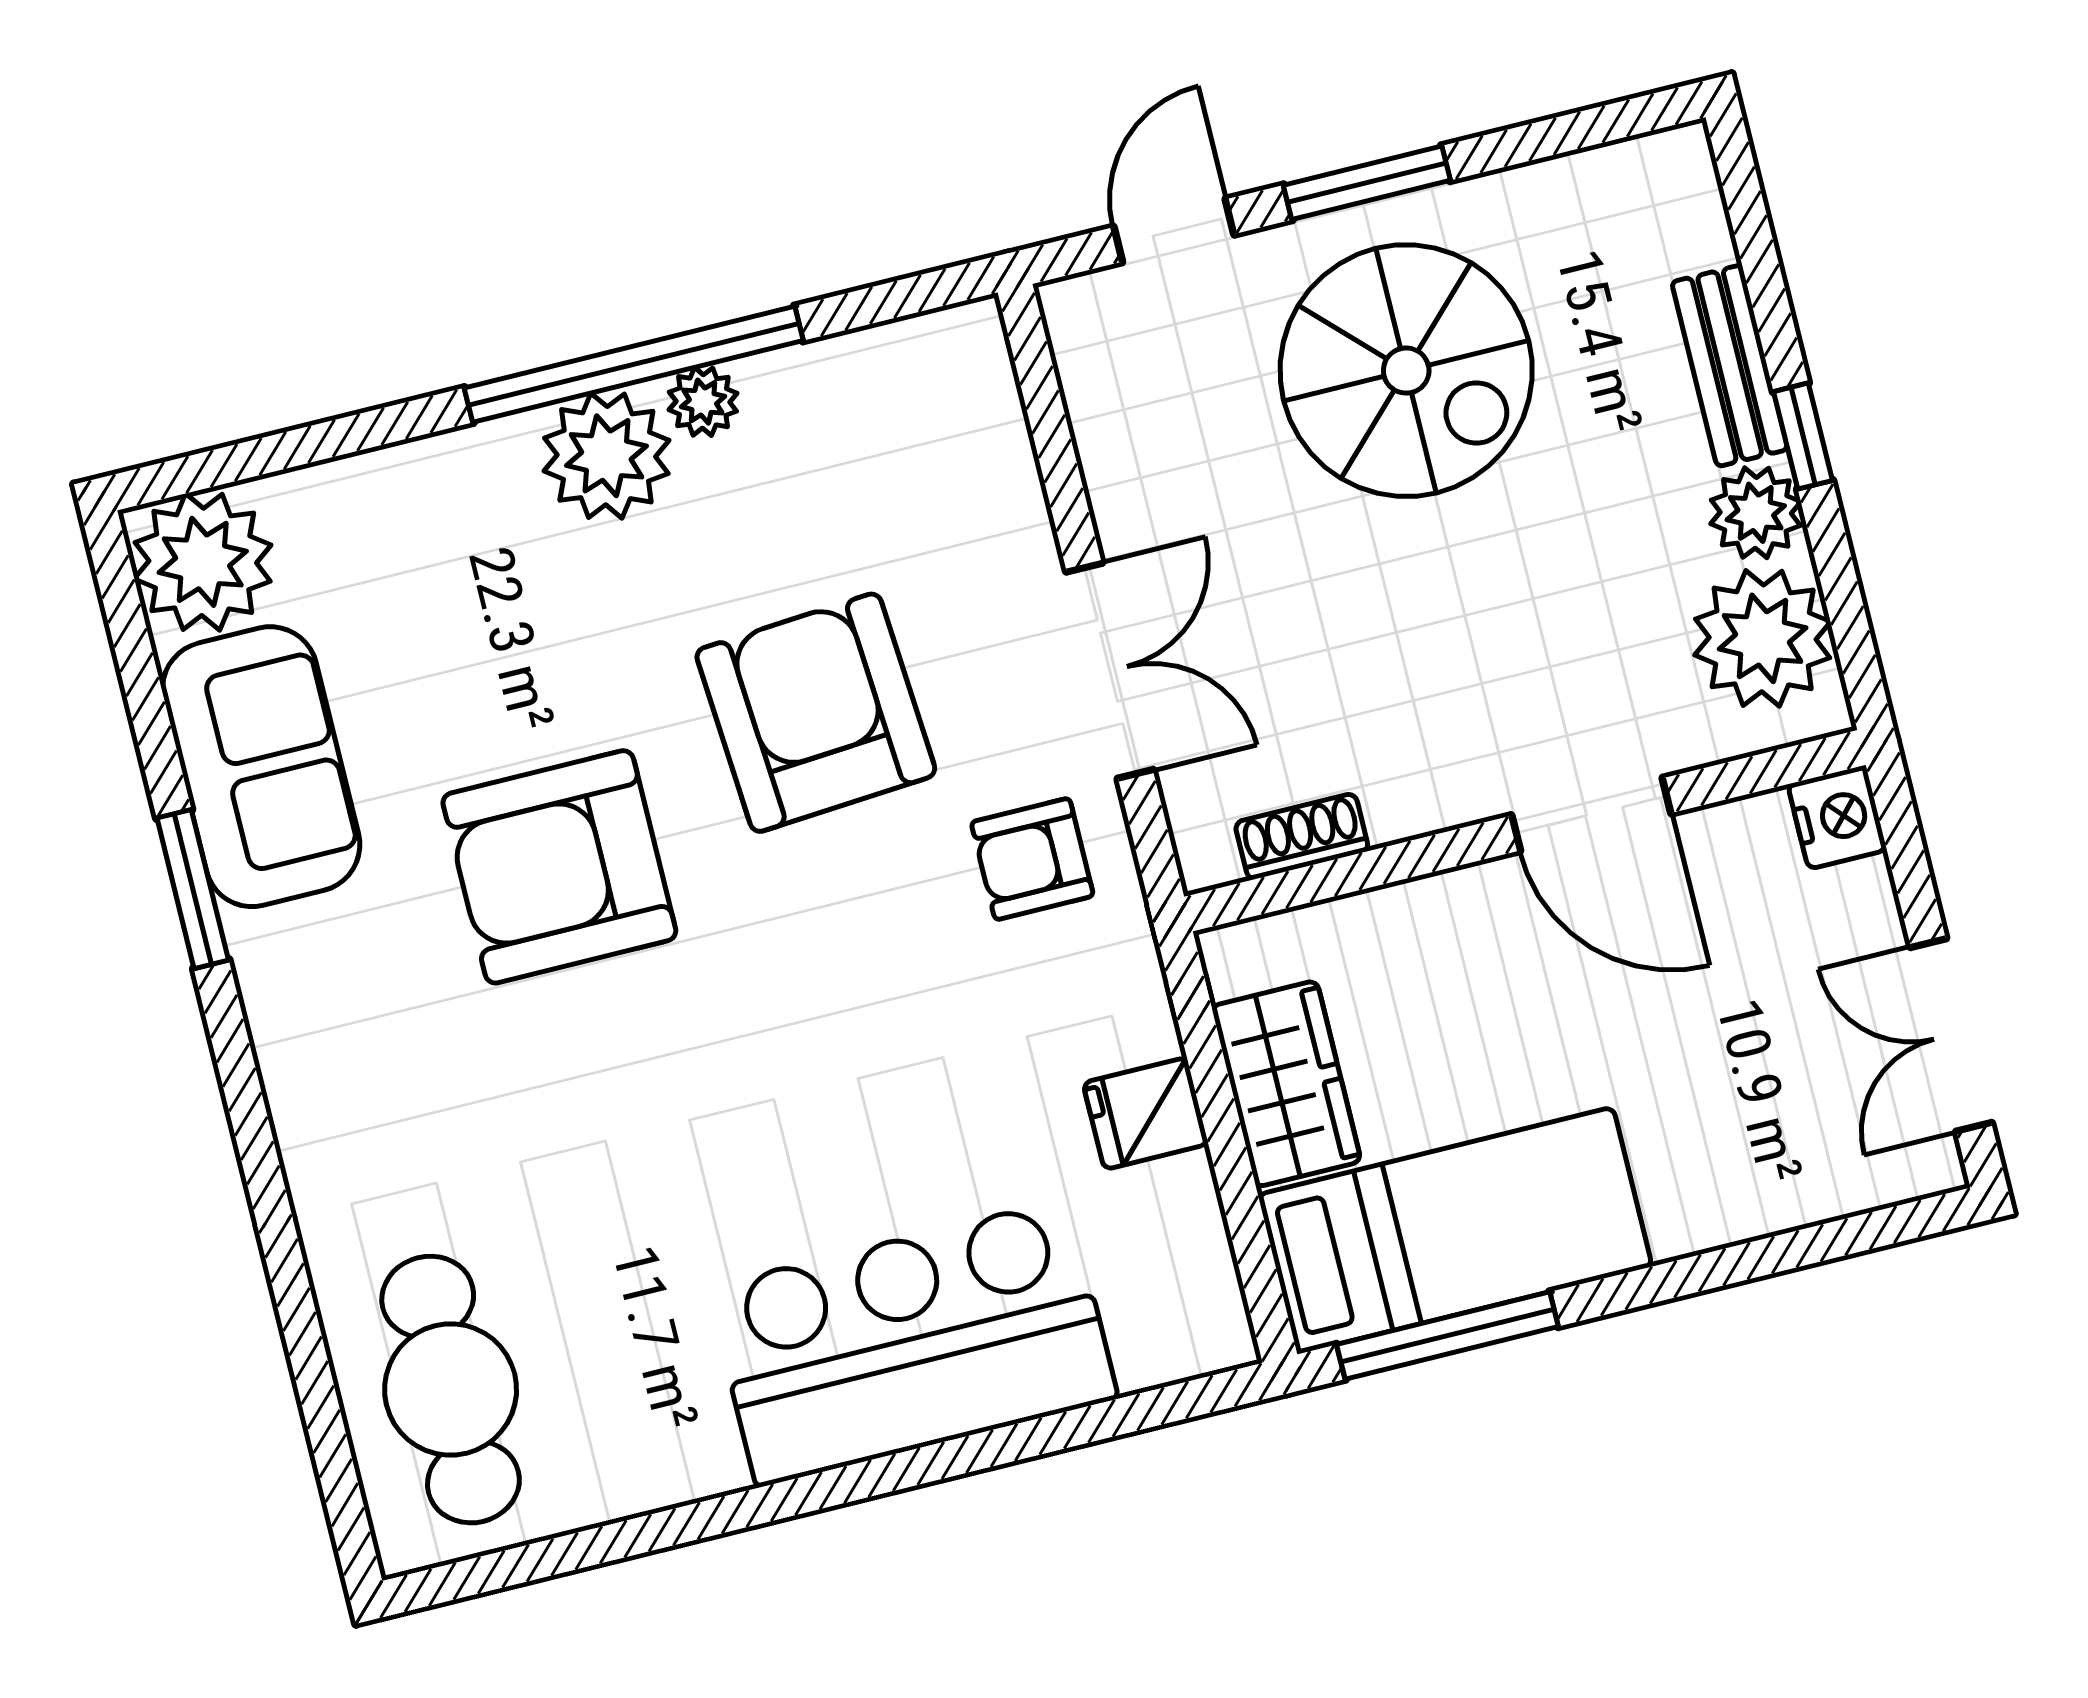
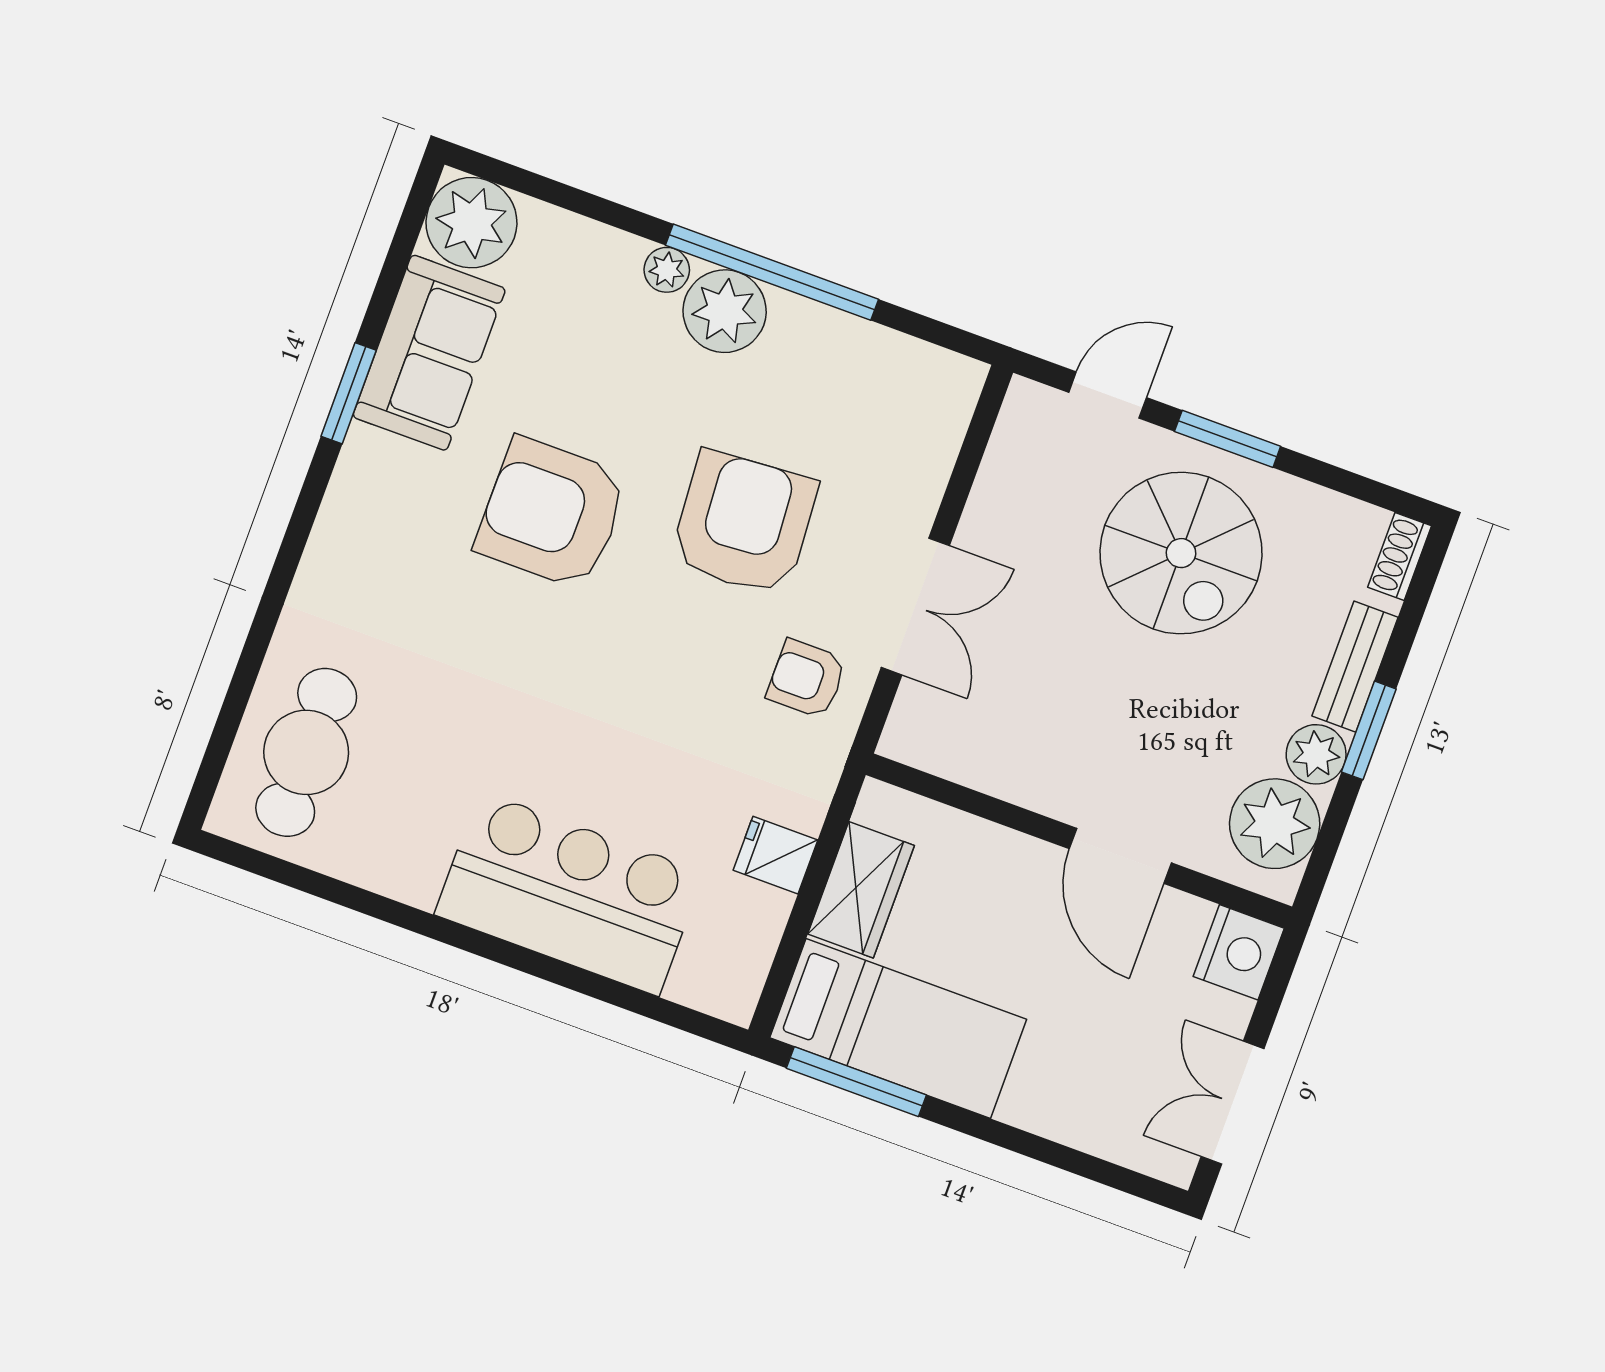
plant: (703, 402) -> (667, 270), moved
window: (1803, 436) -> (1369, 730), width x1.50
nightstand: (1837, 817) -> (1239, 952), width x1.36, depth x1.33
shoe rack: (1302, 837) -> (1400, 557), moved, turned -90

